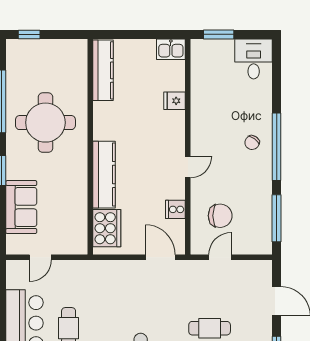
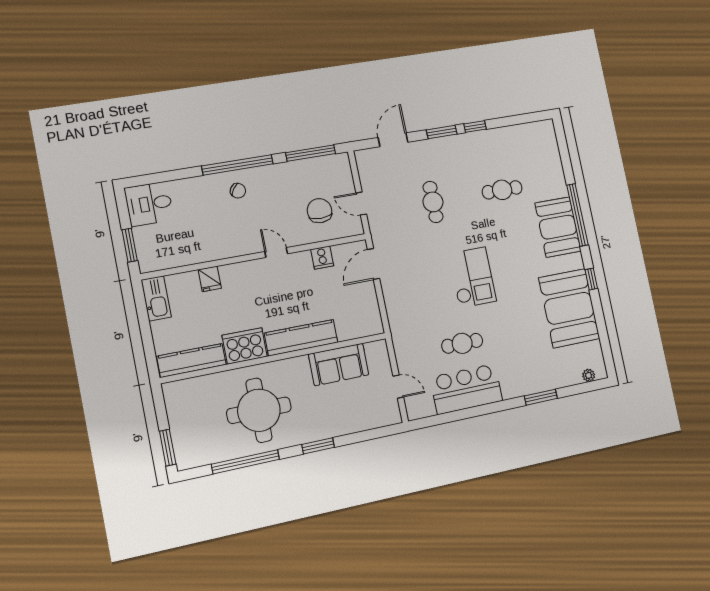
window: (29, 34) -> (168, 448), width x1.50
kitchen sink: (171, 49) -> (156, 298), width x1.38
sofa: (21, 207) -> (339, 364), moved, turned 180
cooker: (107, 228) -> (245, 346), moved

